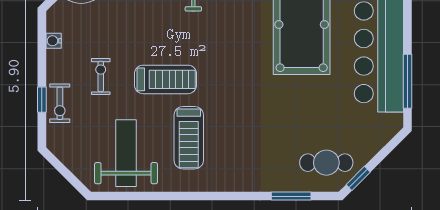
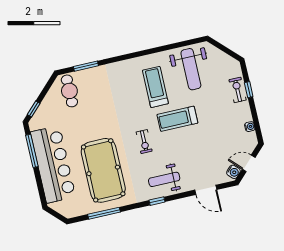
exercise bike: (101, 76) -> (144, 142), moved
cafe table: (326, 163) -> (69, 91), turned 90
window: (358, 178) -> (34, 109), moved

